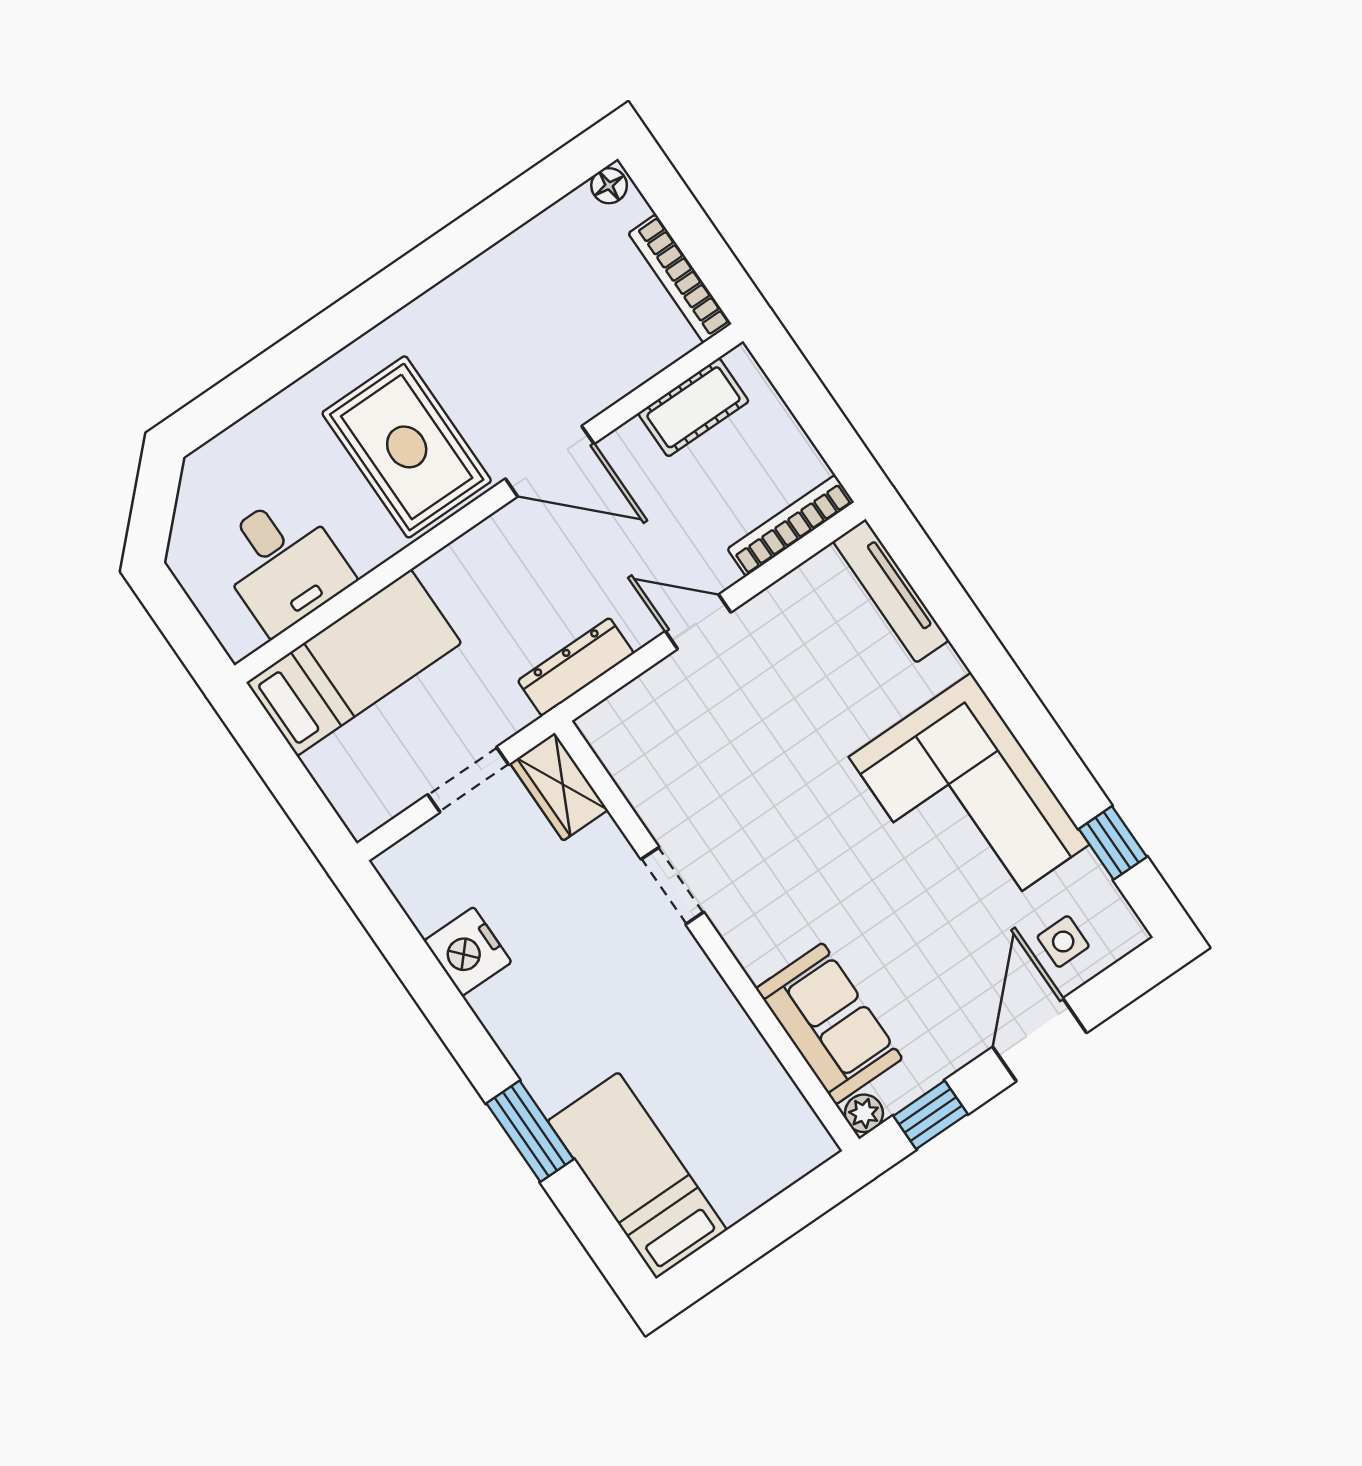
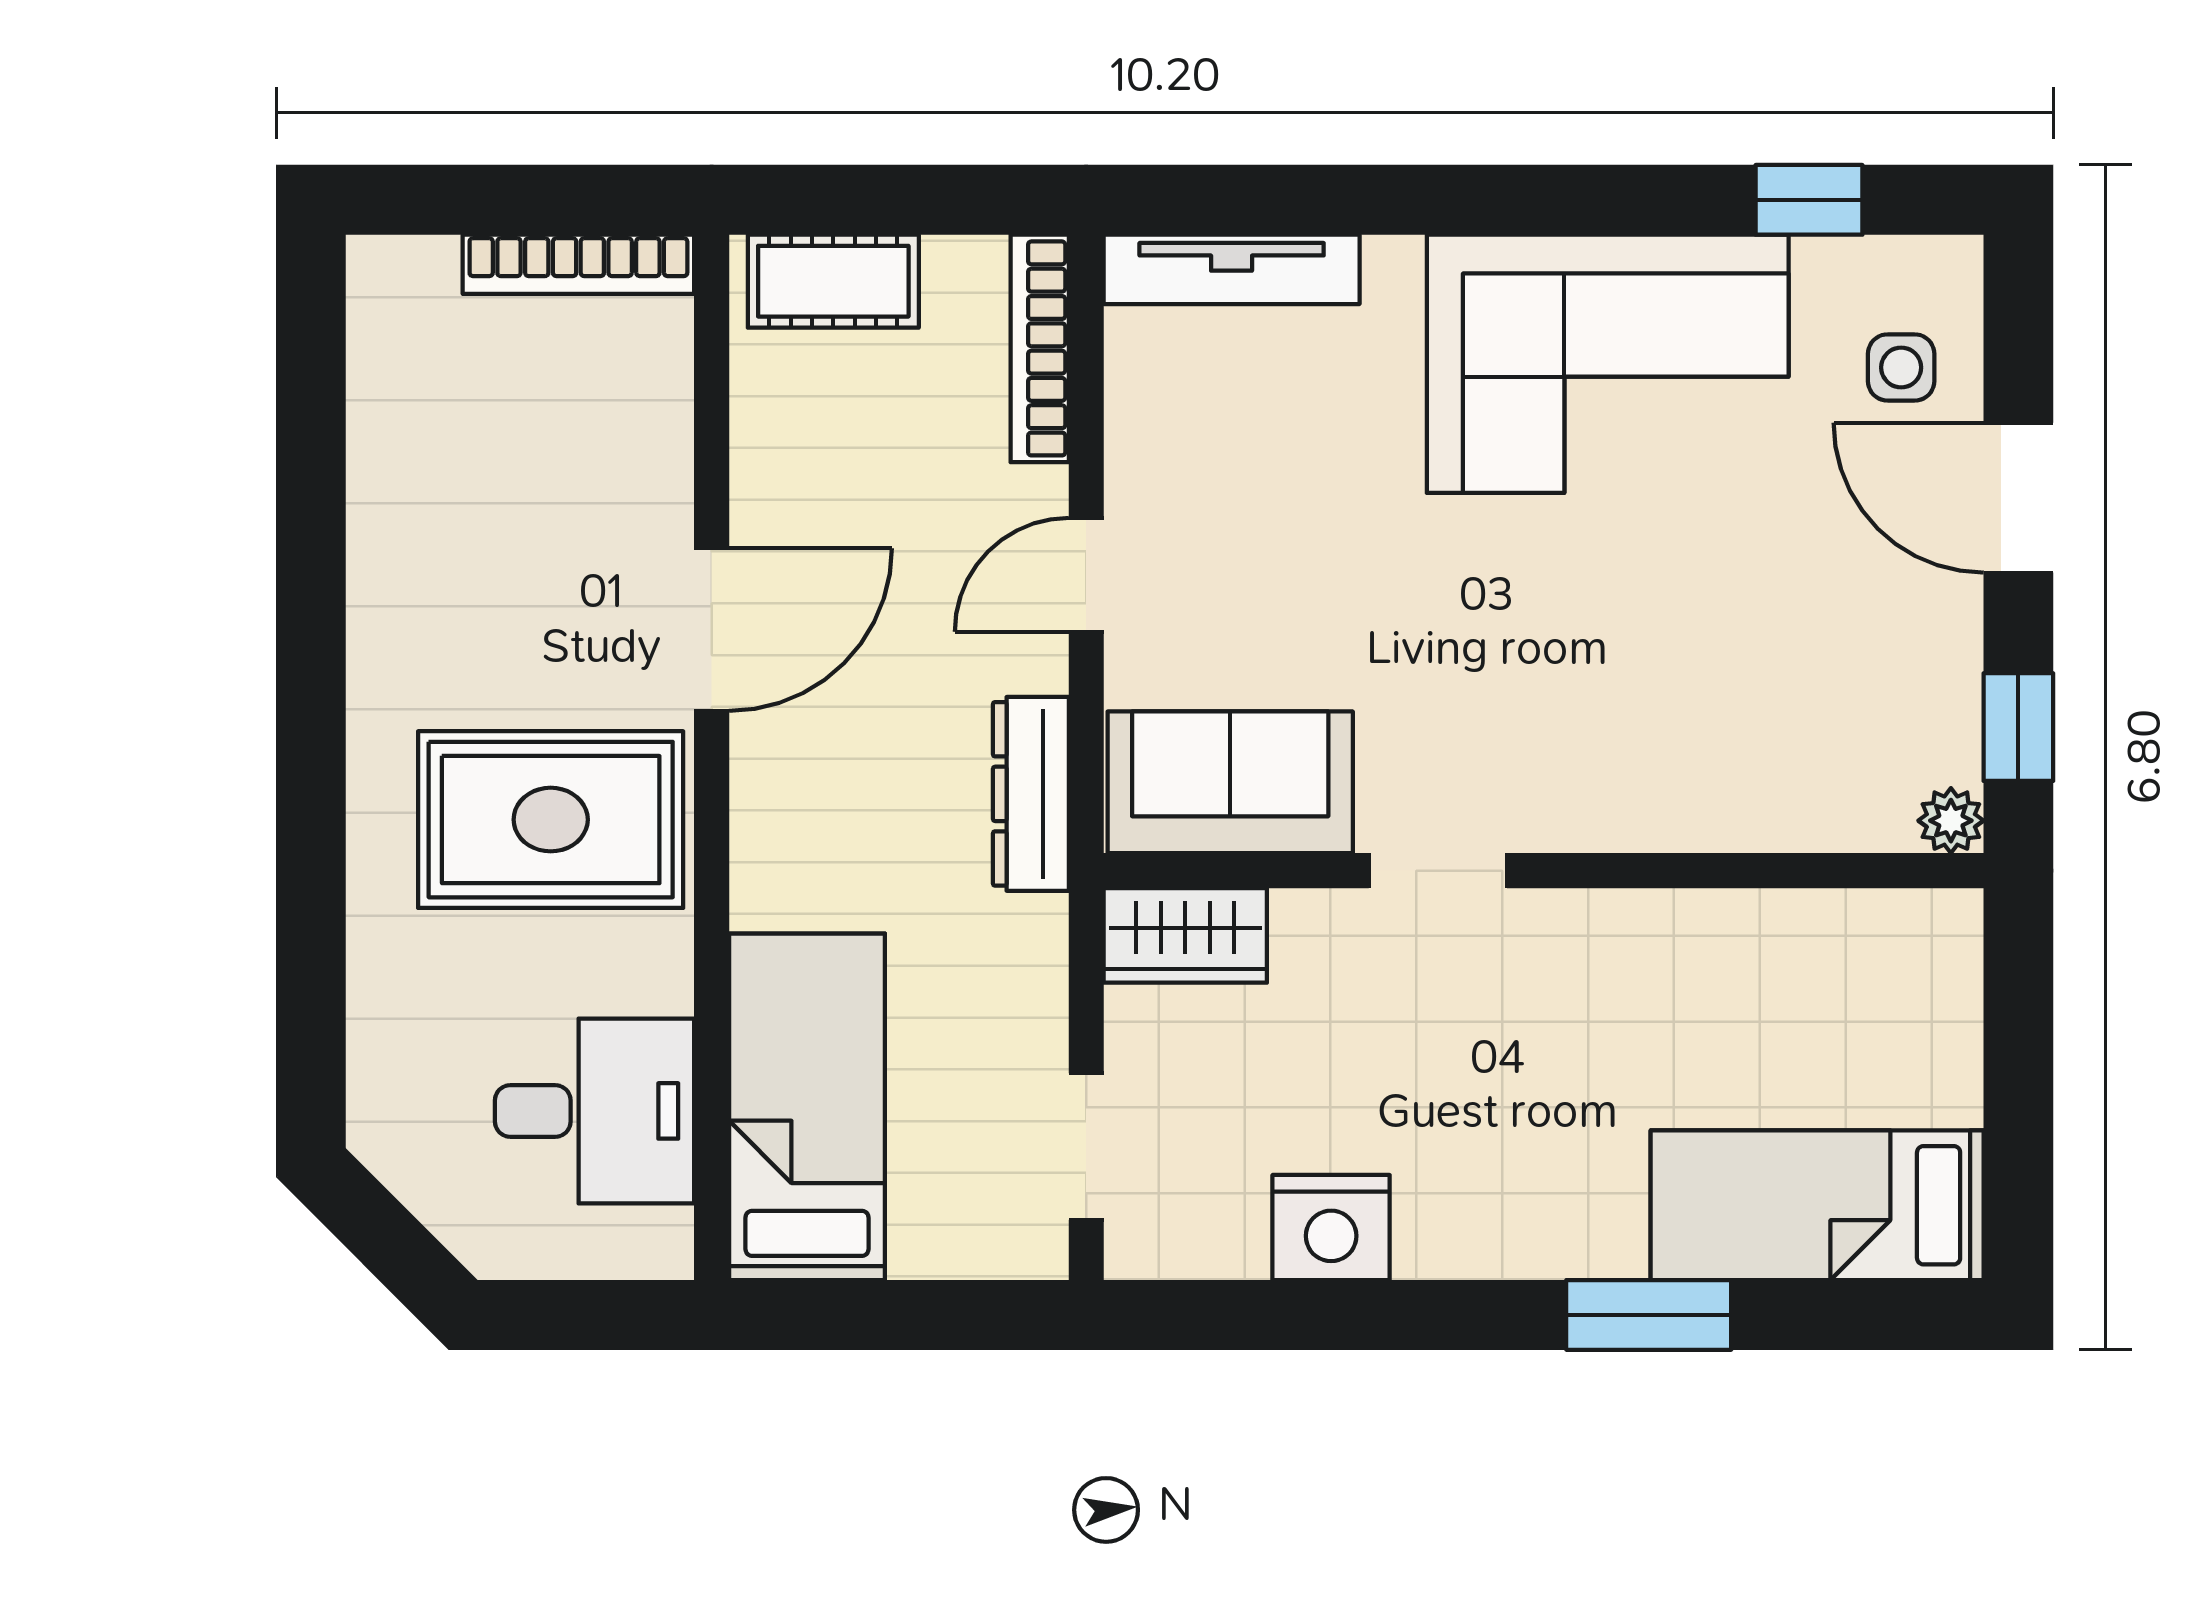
floor lamp: (609, 186) -> (376, 274), removed
cot: (693, 407) -> (833, 281), moved, turned 90
doorway: (468, 780) -> (1086, 1147), moved
sofa: (829, 1024) -> (1230, 782), moved

